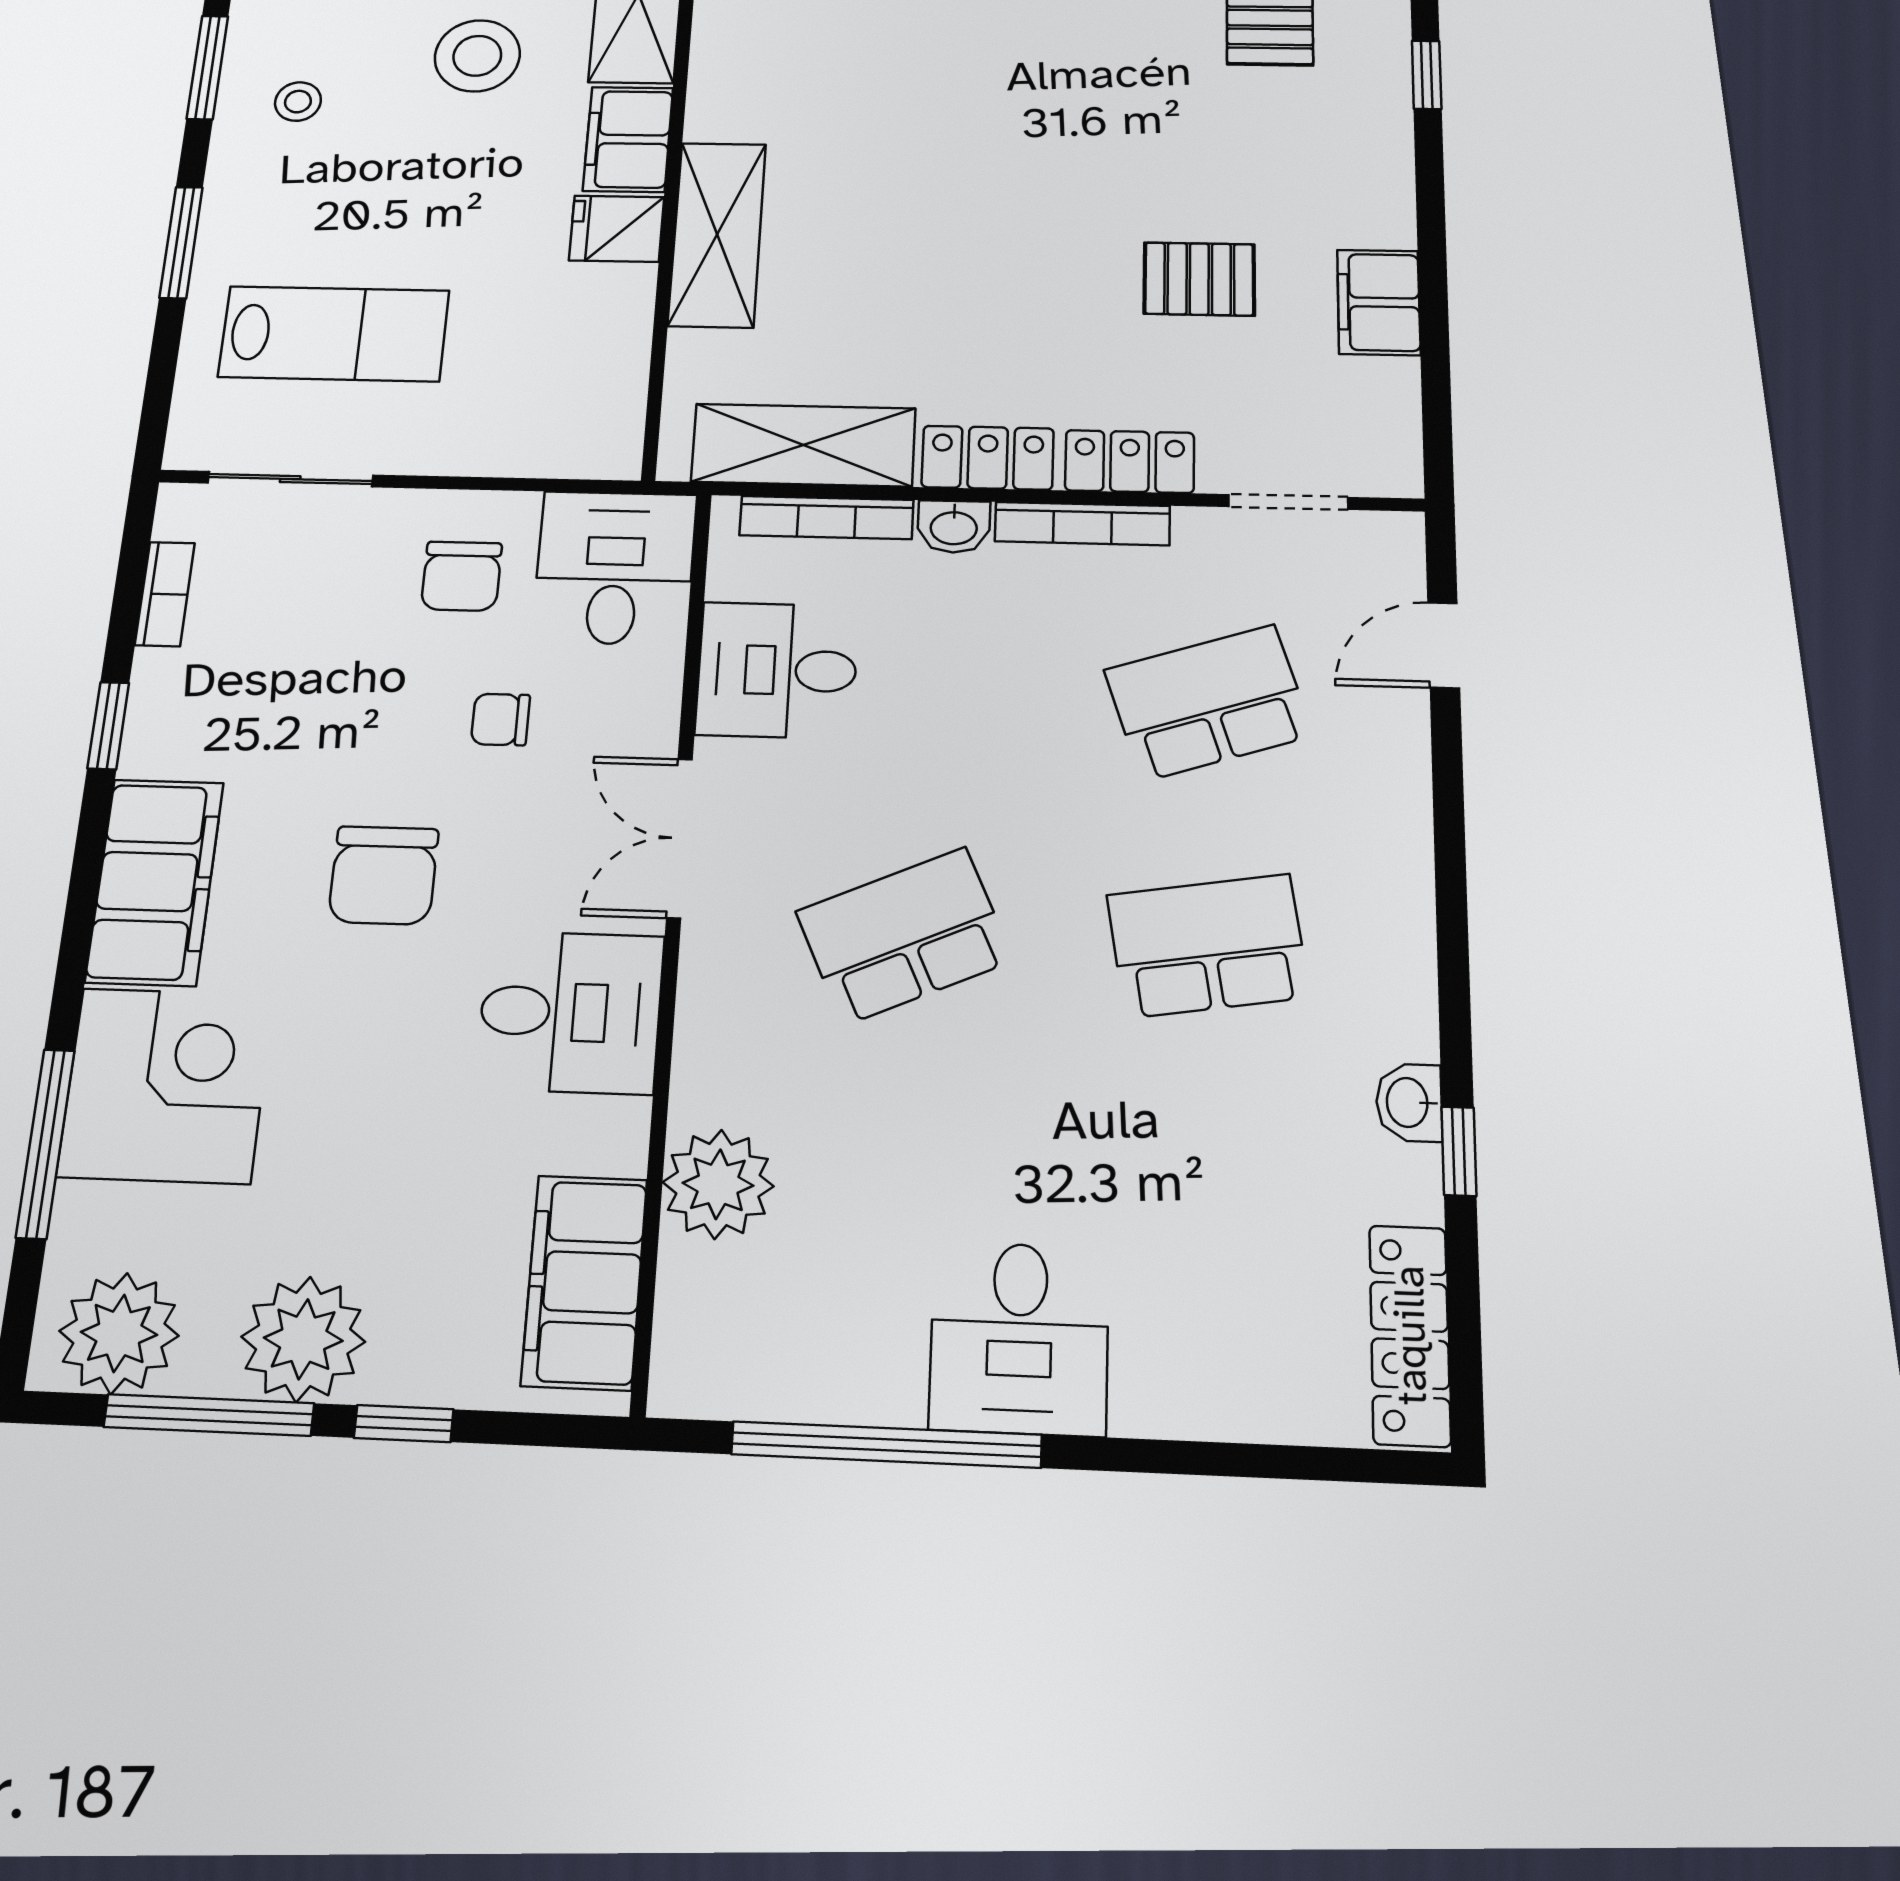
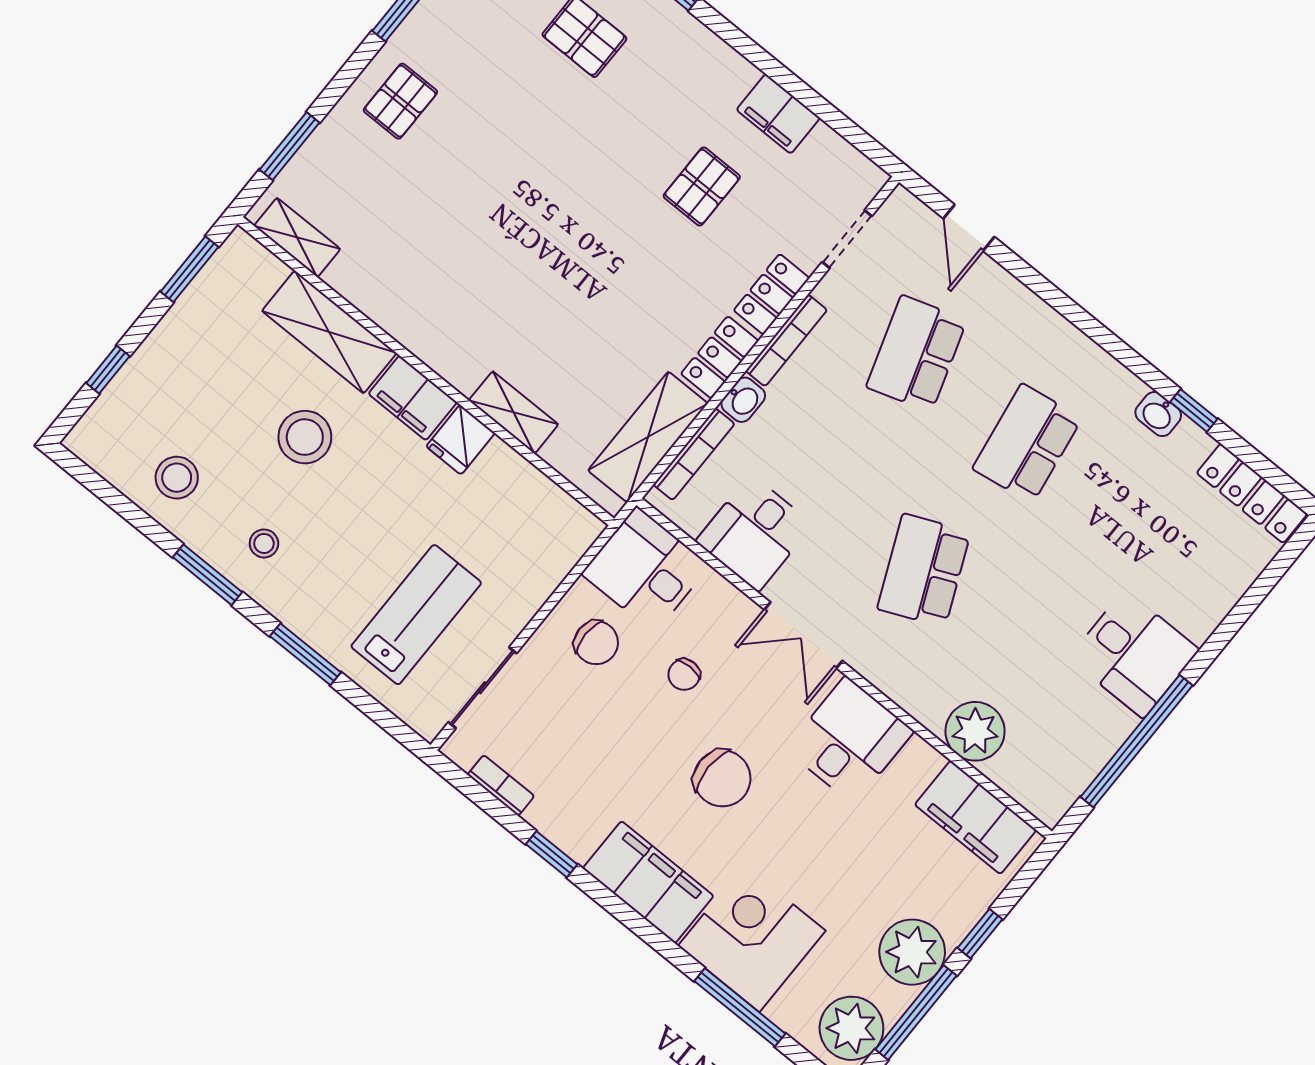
shelving: (717, 234) -> (514, 412), width x0.67, depth x0.75

